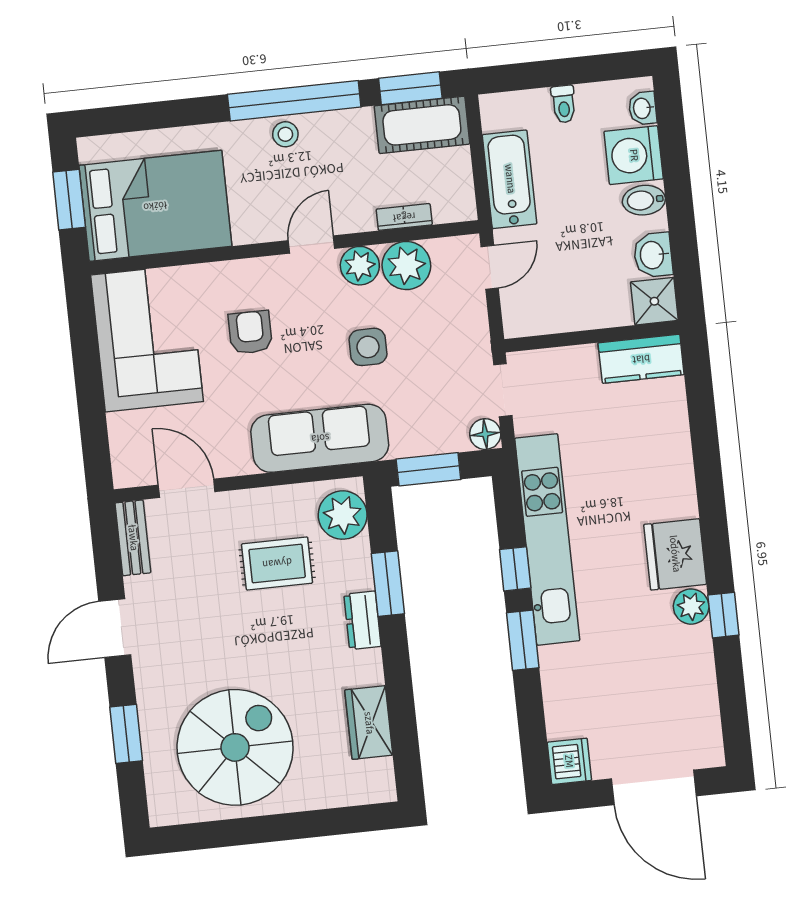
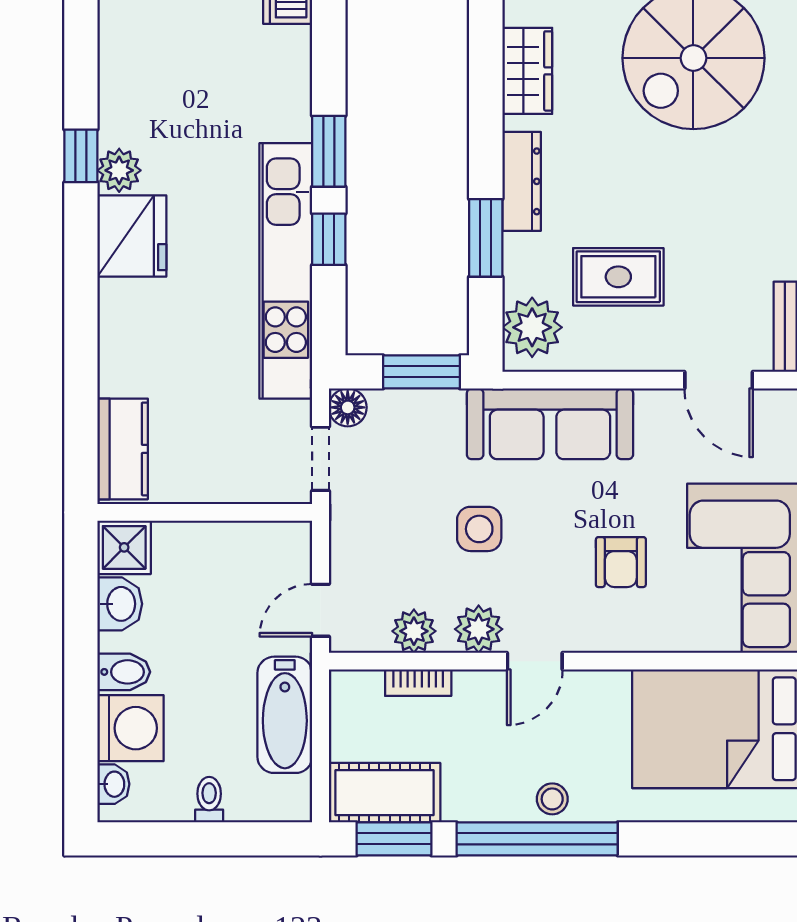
plant: (406, 265) -> (414, 631), width x0.73, depth x0.73
kitchen counter: (641, 359) -> (123, 449), moved, turned 90
dresser: (362, 620) -> (522, 181), width x1.44

